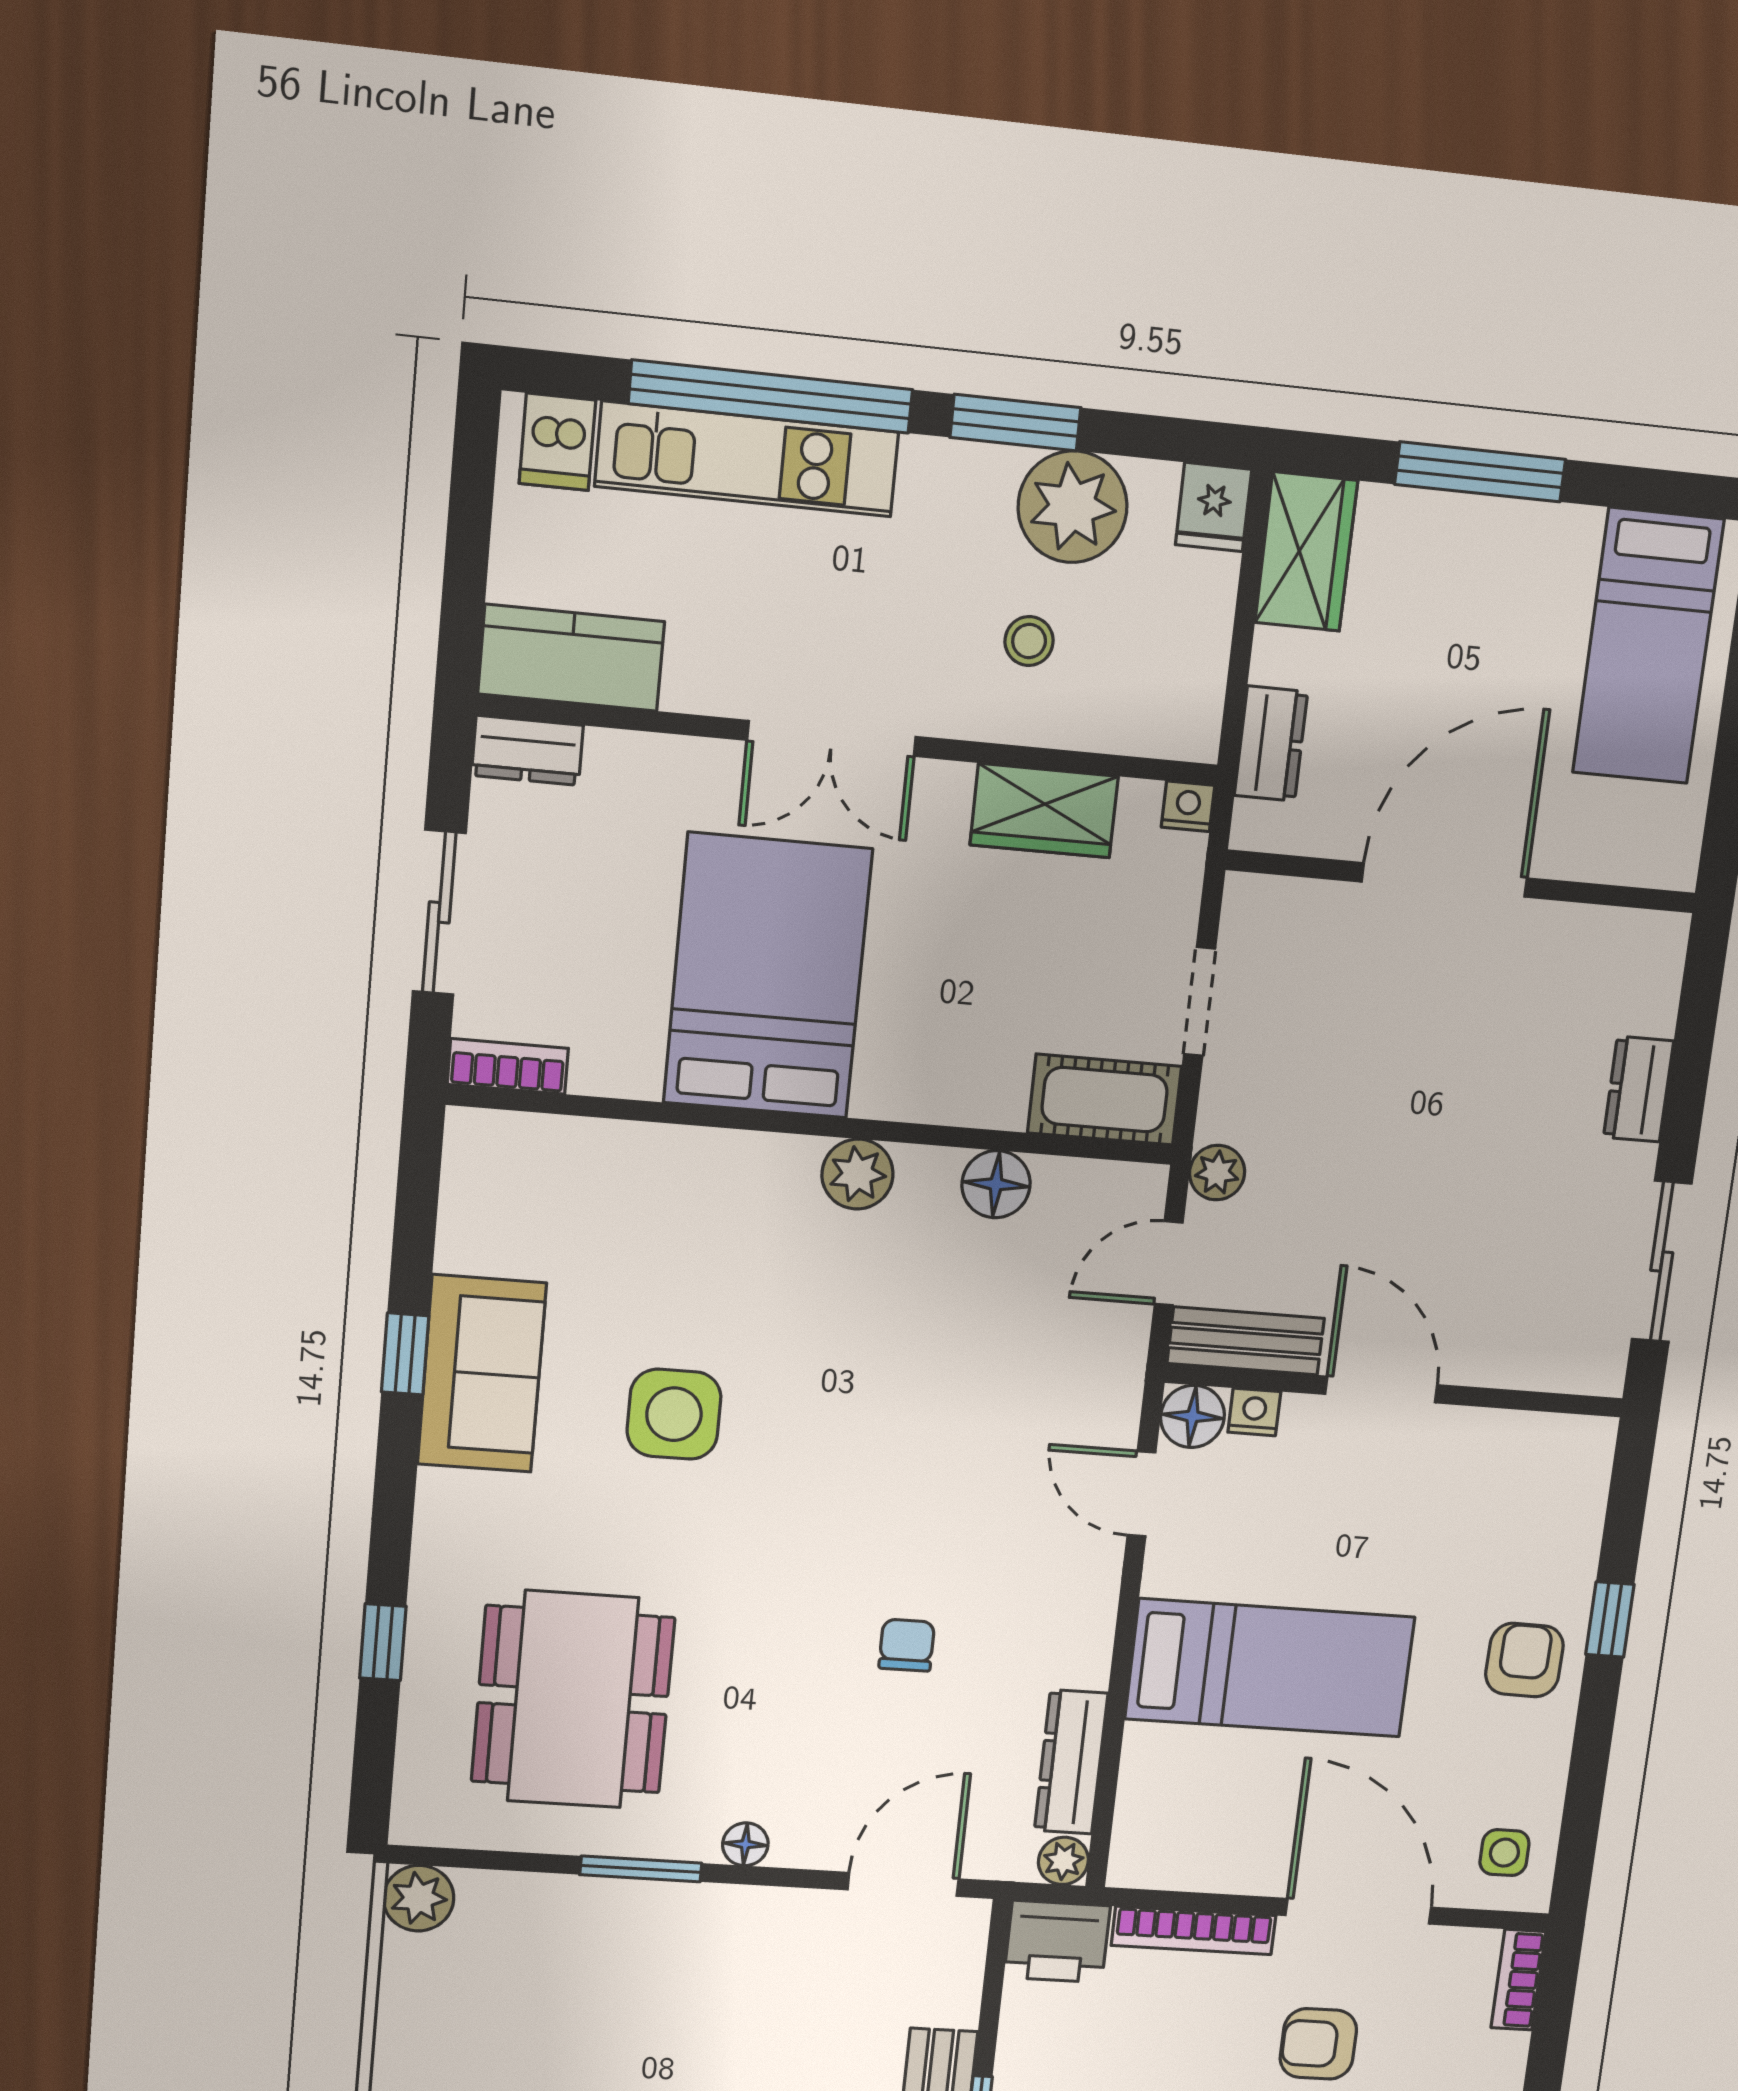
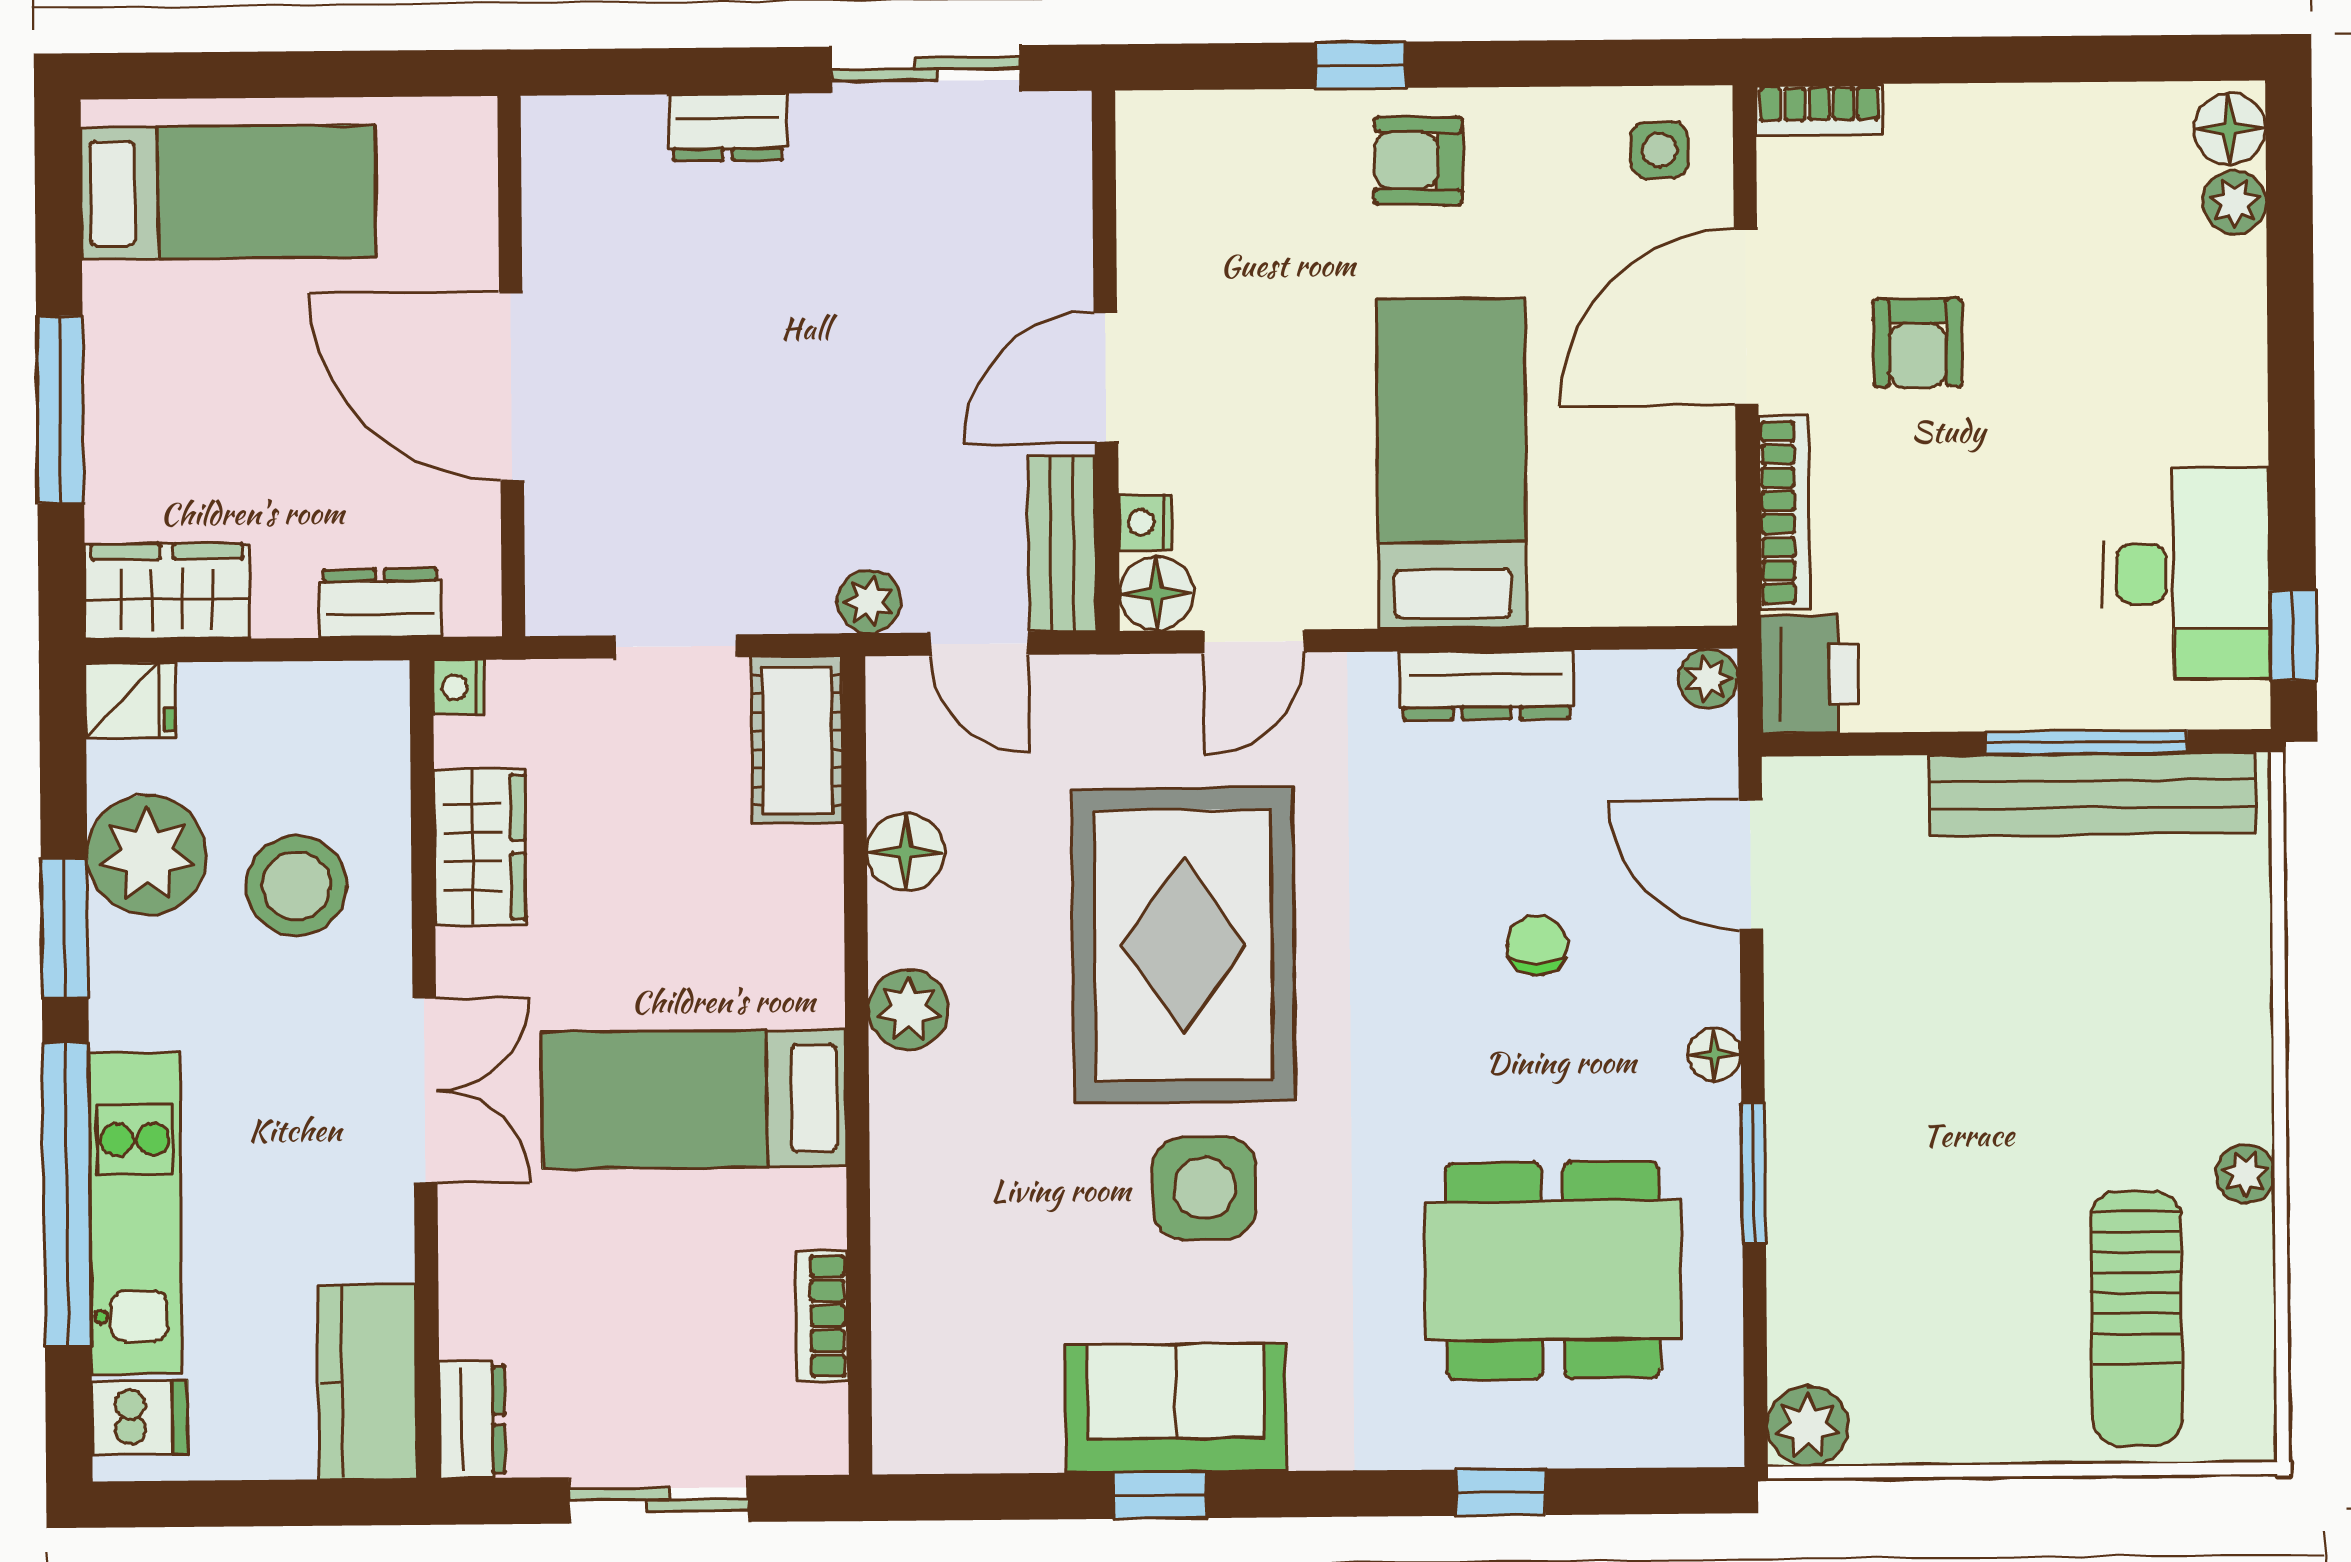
stool: (1029, 641) -> (296, 886), width x1.89, depth x1.89
bed: (768, 976) -> (694, 1099), width x0.67
bookcase: (508, 1066) -> (822, 1316), moved
rug: (888, 1414) -> (1183, 945), added
chair: (907, 1645) -> (1537, 945), moved, turned 90
dresser: (1071, 1762) -> (1486, 685), moved

